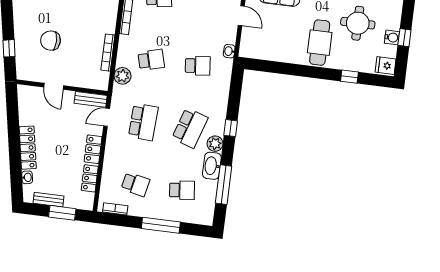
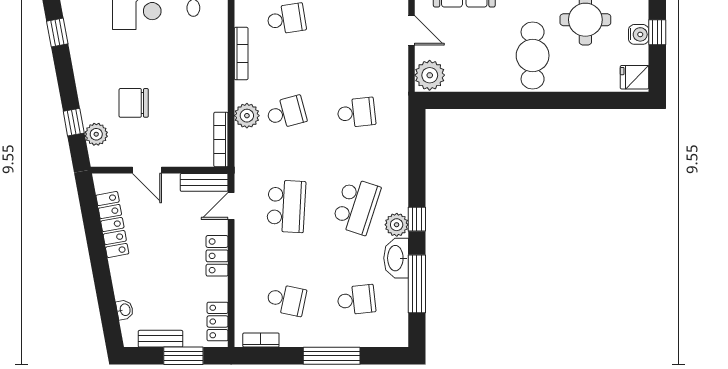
plant: (250, 47) -> (430, 75), added
washbasin: (229, 51) -> (400, 85), removed
bookcase: (108, 53) -> (221, 140), moved
plant: (23, 58) -> (96, 134), added
plant: (123, 76) -> (247, 116), moved
window: (349, 77) -> (583, 100), removed
window: (231, 128) -> (417, 219), moved
locker: (28, 148) -> (112, 225), moved
locker: (90, 178) -> (218, 321), moved

